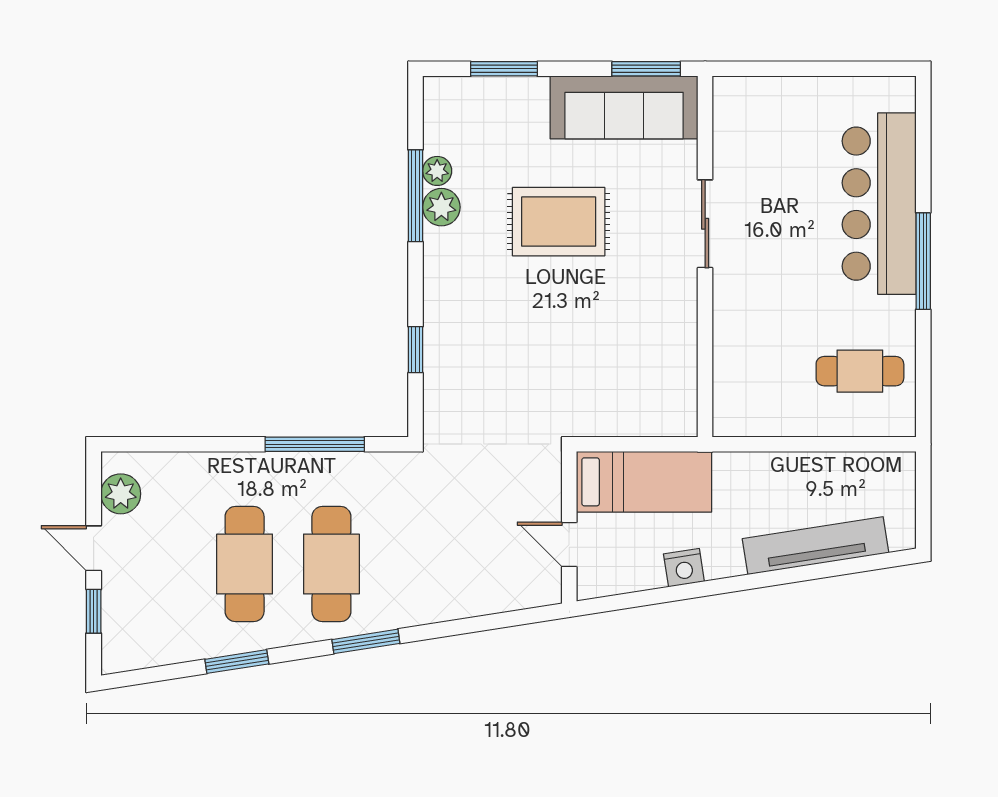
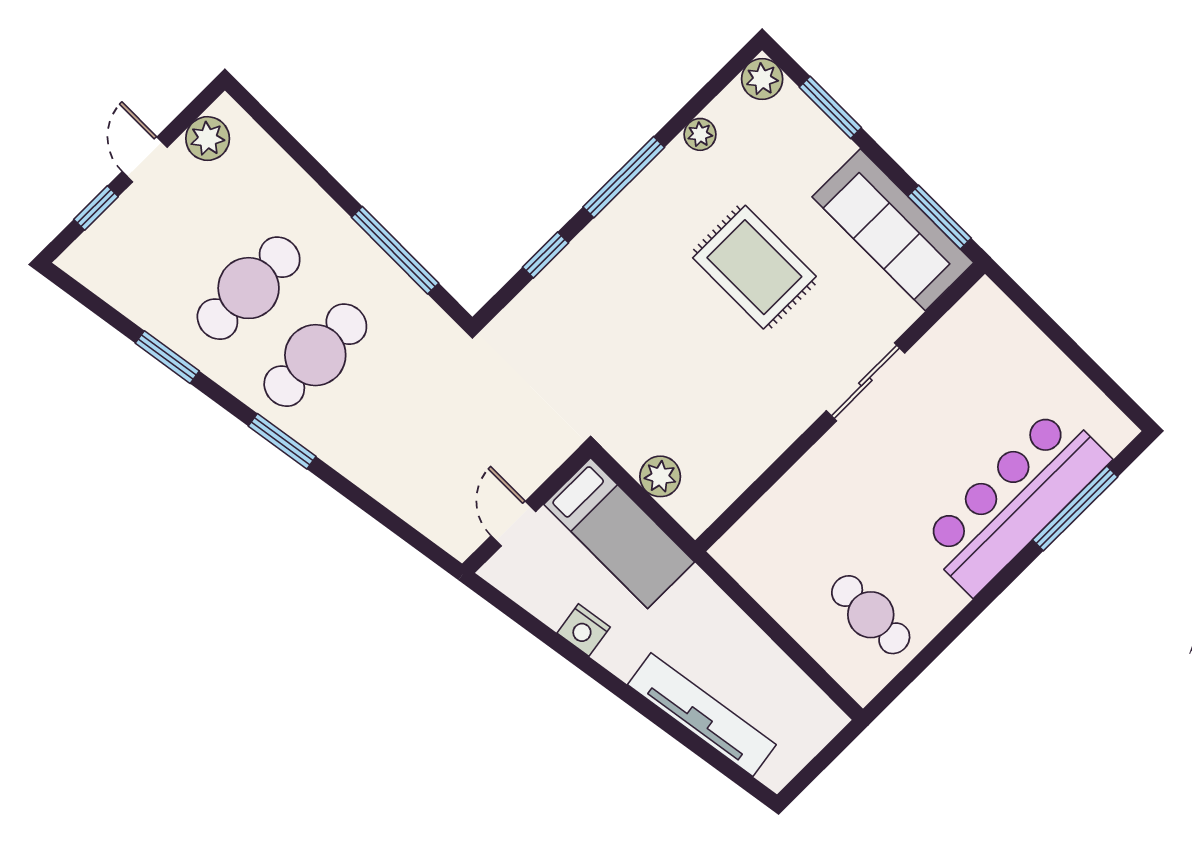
window: (415, 196) -> (624, 177), moved
plant: (441, 207) -> (762, 79), moved
window: (923, 261) -> (1075, 508), moved
plant: (634, 419) -> (660, 476), added

